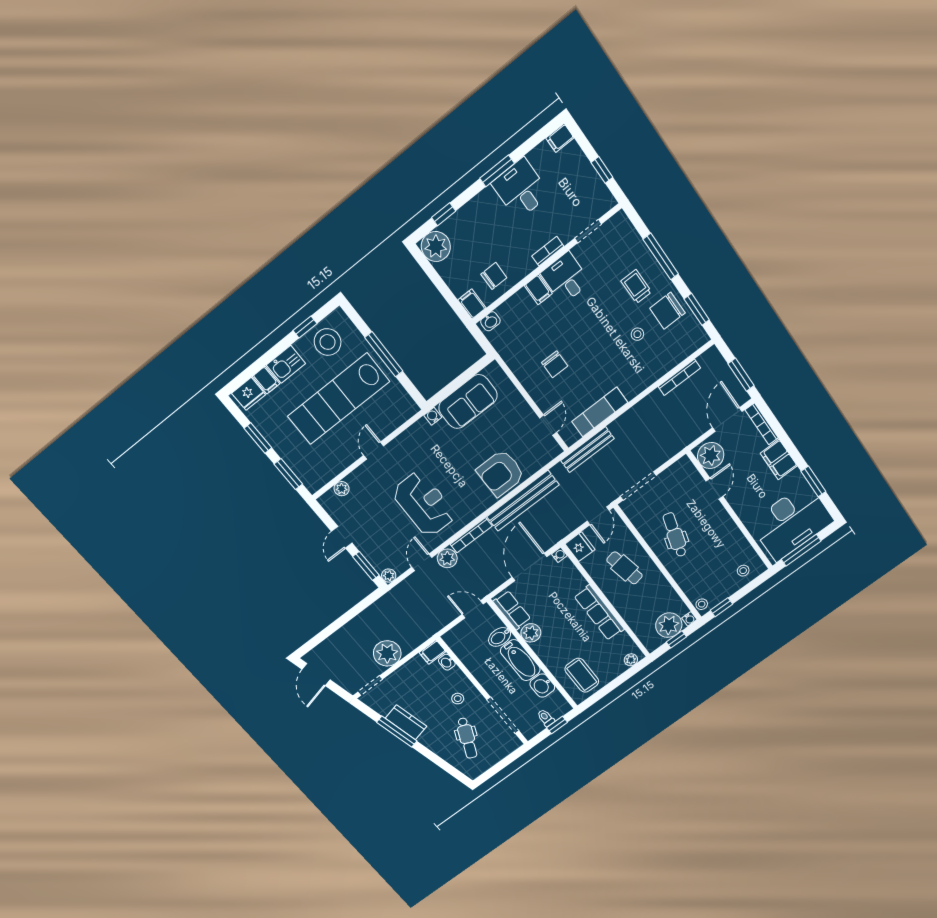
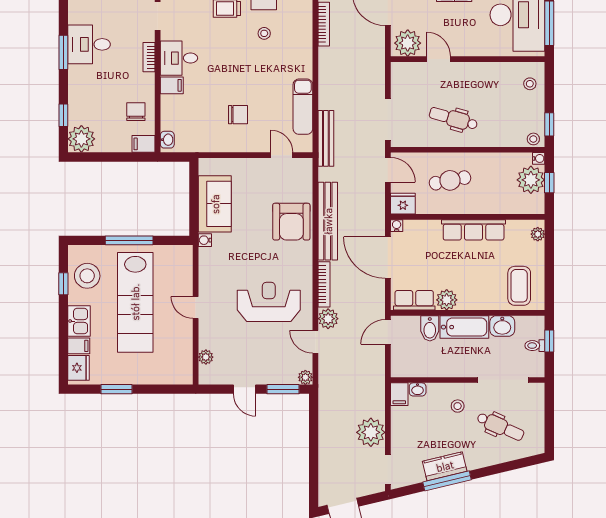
window: (288, 474) -> (162, 389), removed
coffee table: (582, 675) -> (519, 286), turned 90

